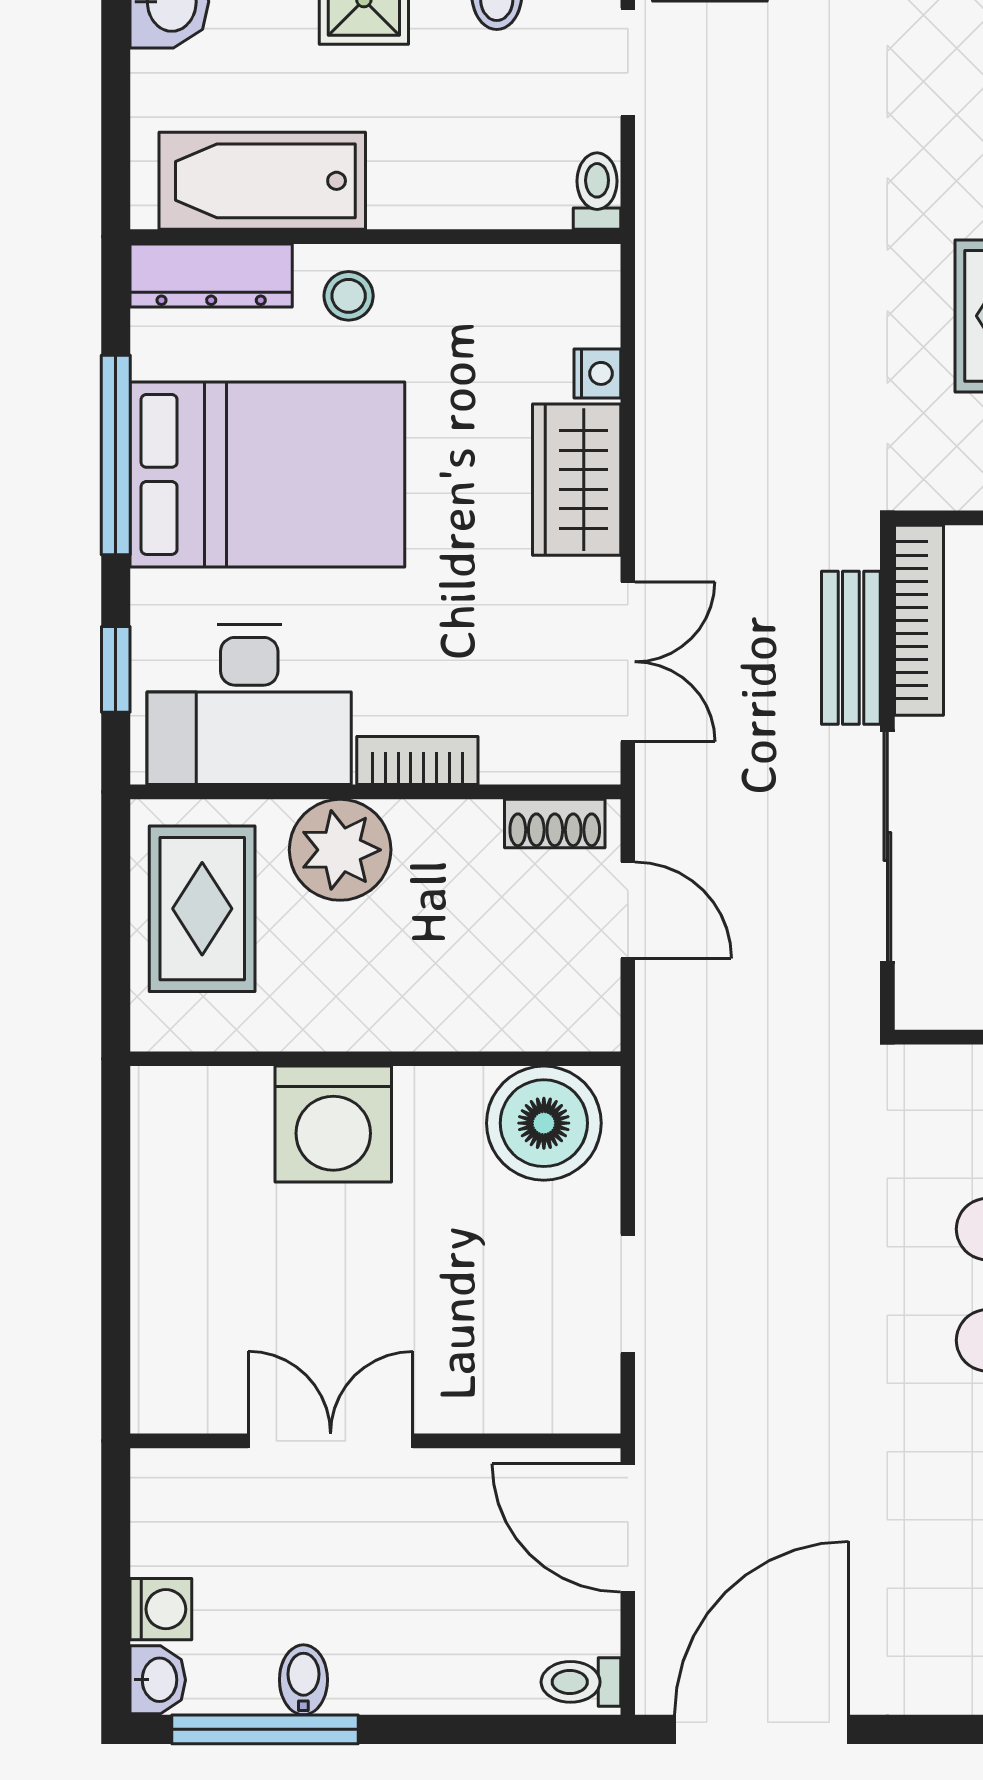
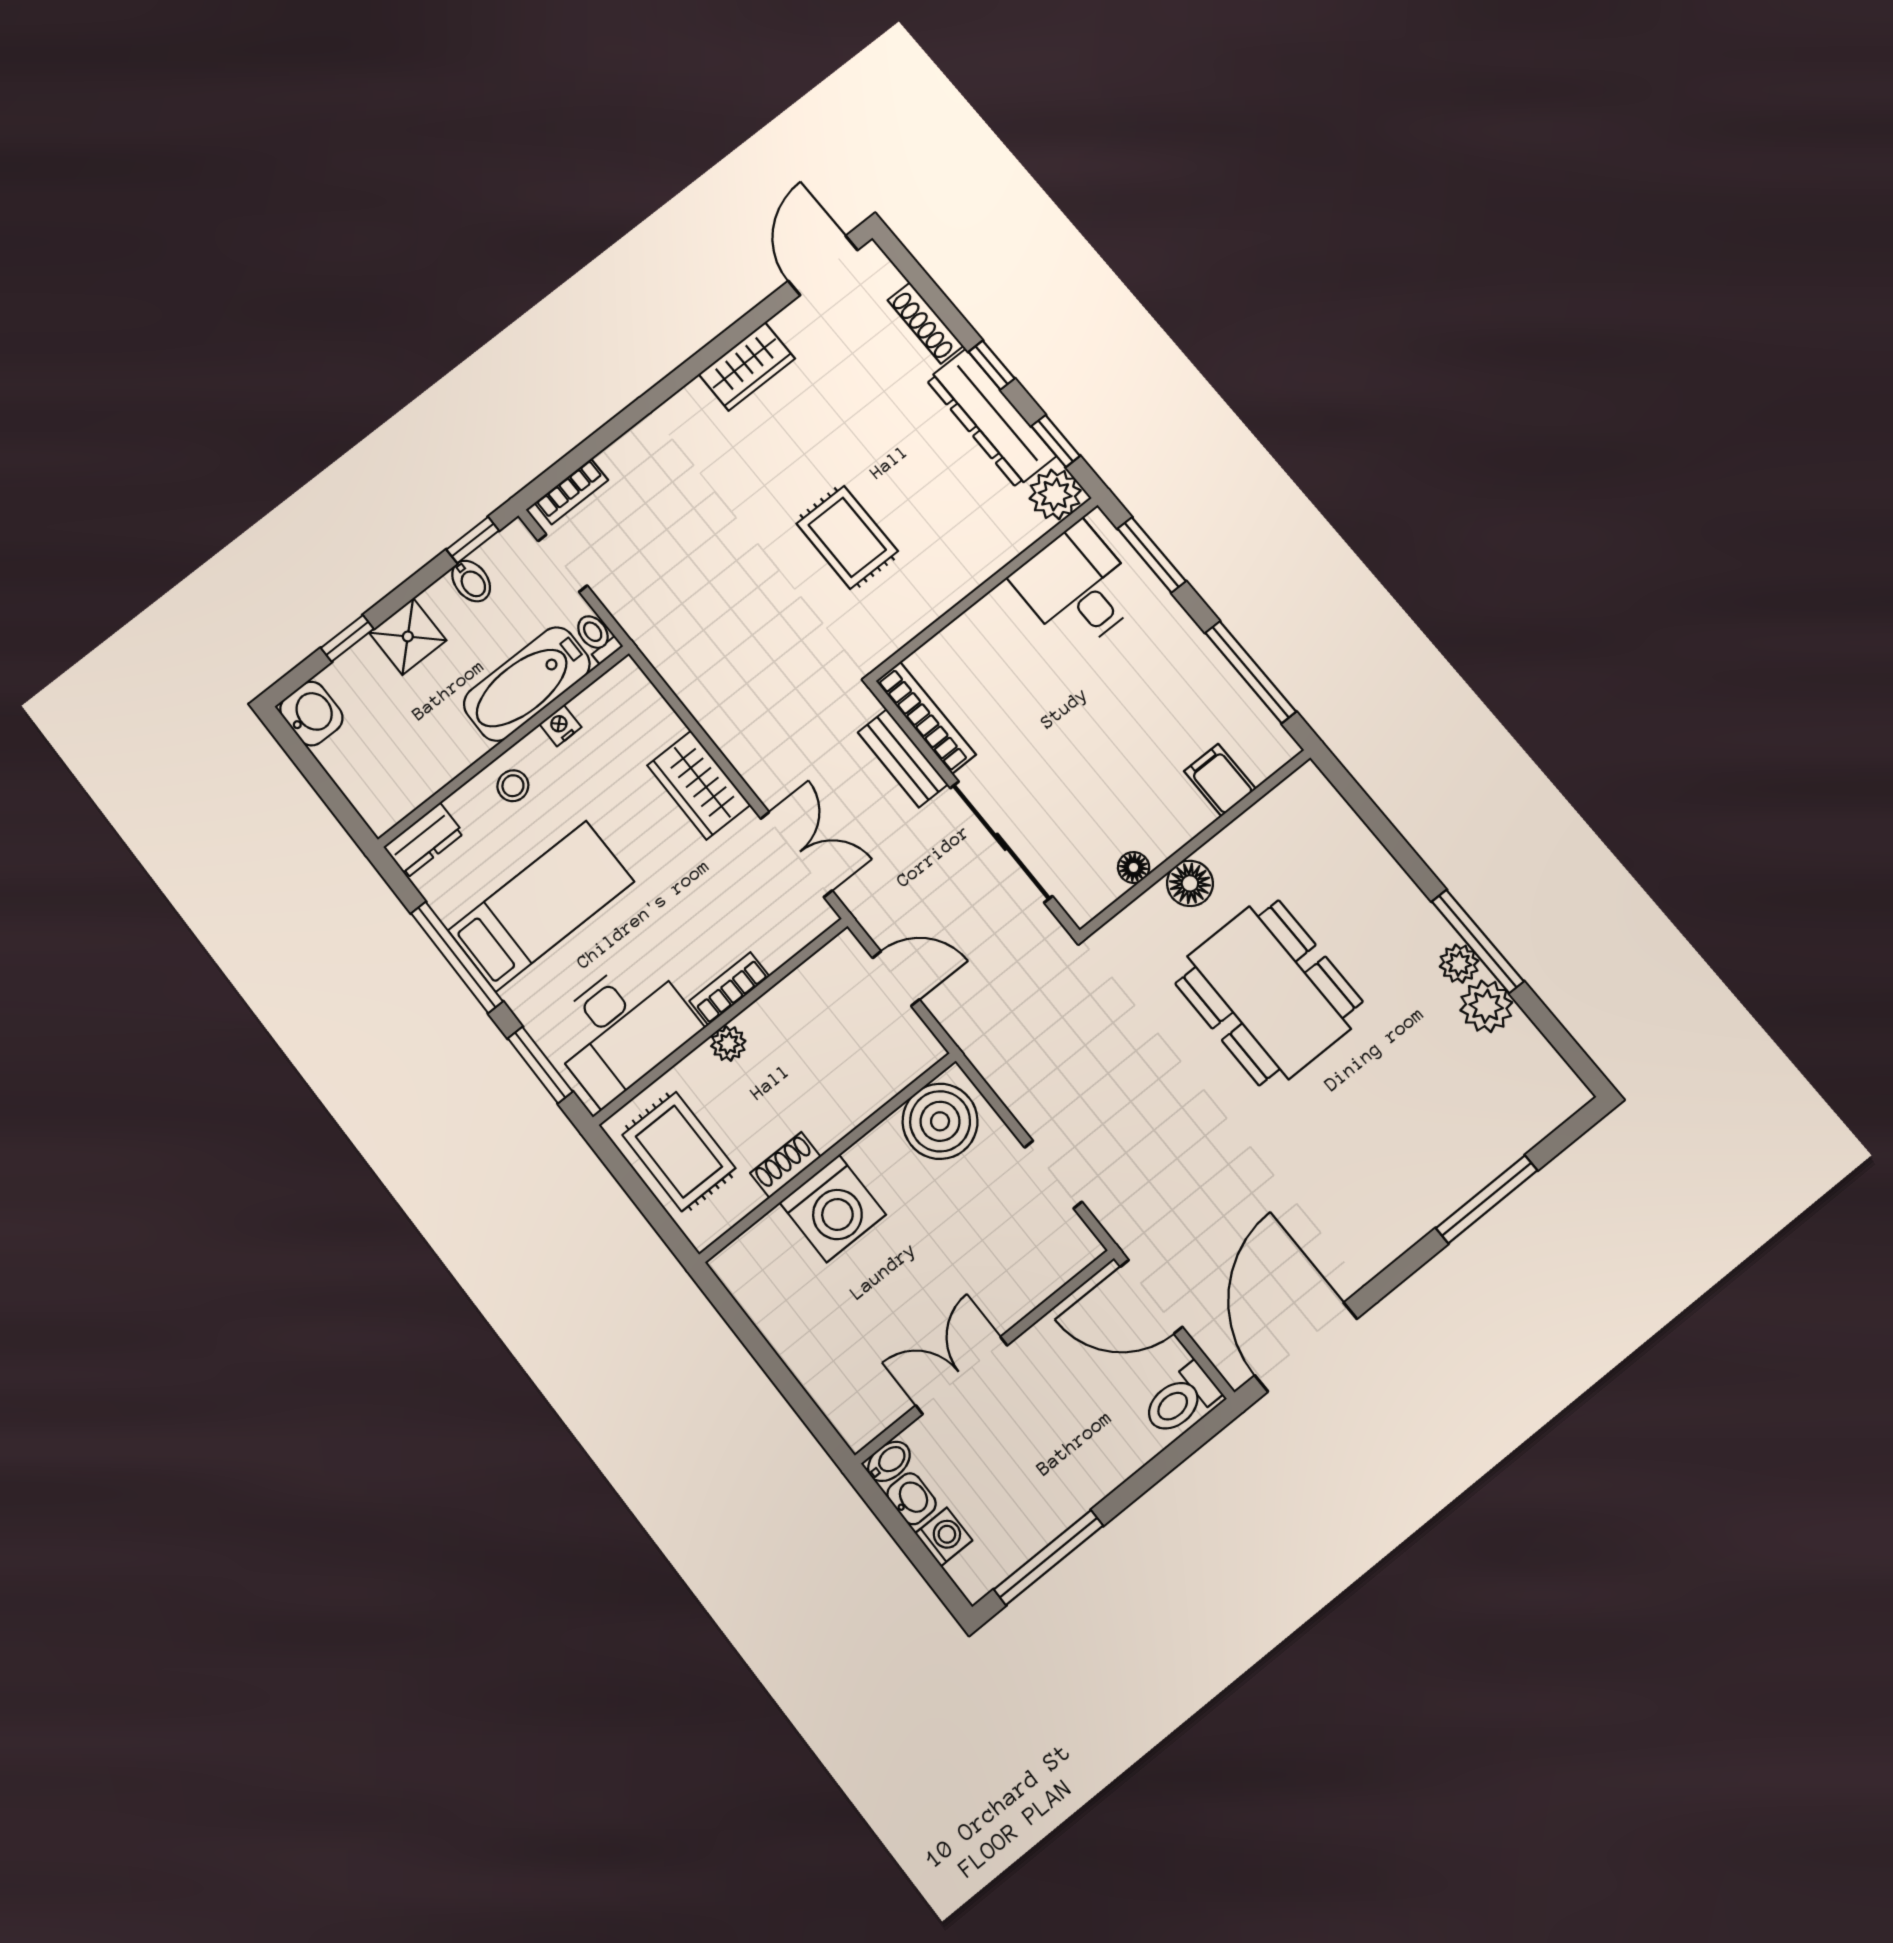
bathtub: (262, 181) -> (527, 684), moved
dresser: (211, 276) -> (424, 840), width x0.70
nightstand: (597, 373) -> (560, 726), moved, turned -90
bed: (267, 474) -> (541, 906), width x0.67
window: (116, 669) -> (540, 1065), width x1.50
shoe rack: (555, 824) -> (785, 1165), moved, turned 180
plant: (340, 850) -> (728, 1044), width x0.53, depth x0.53
washbasin: (158, 1680) -> (912, 1499), moved
bidet: (303, 1680) -> (889, 1461), moved, turned 90
toilet: (581, 1682) -> (1181, 1400), width x1.37, depth x1.39

